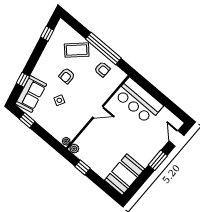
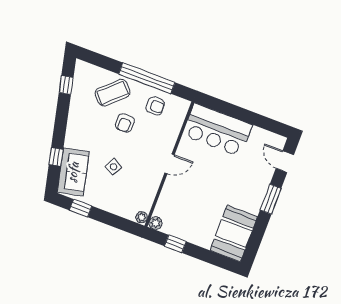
armchair: (67, 76) -> (125, 123), moved

